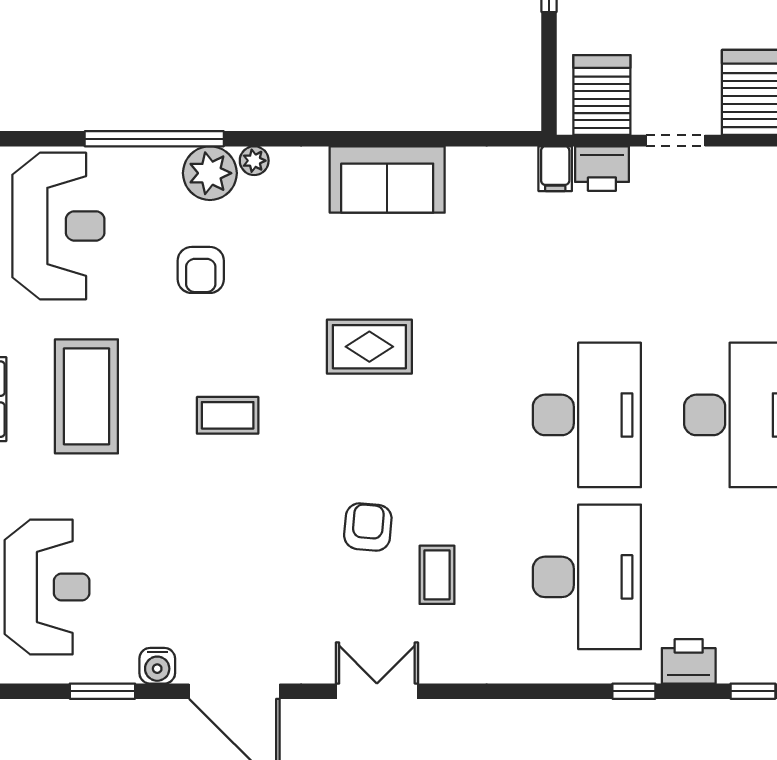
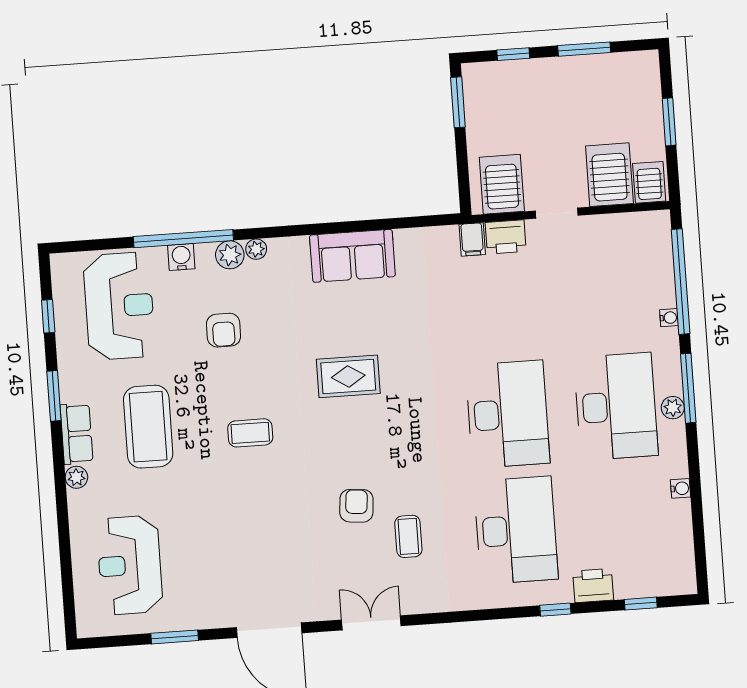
plant: (210, 173) -> (230, 255), width x0.73, depth x0.73
reception desk: (47, 587) -> (130, 565), turned 180
water cooler: (157, 666) -> (181, 257), moved, turned 180

